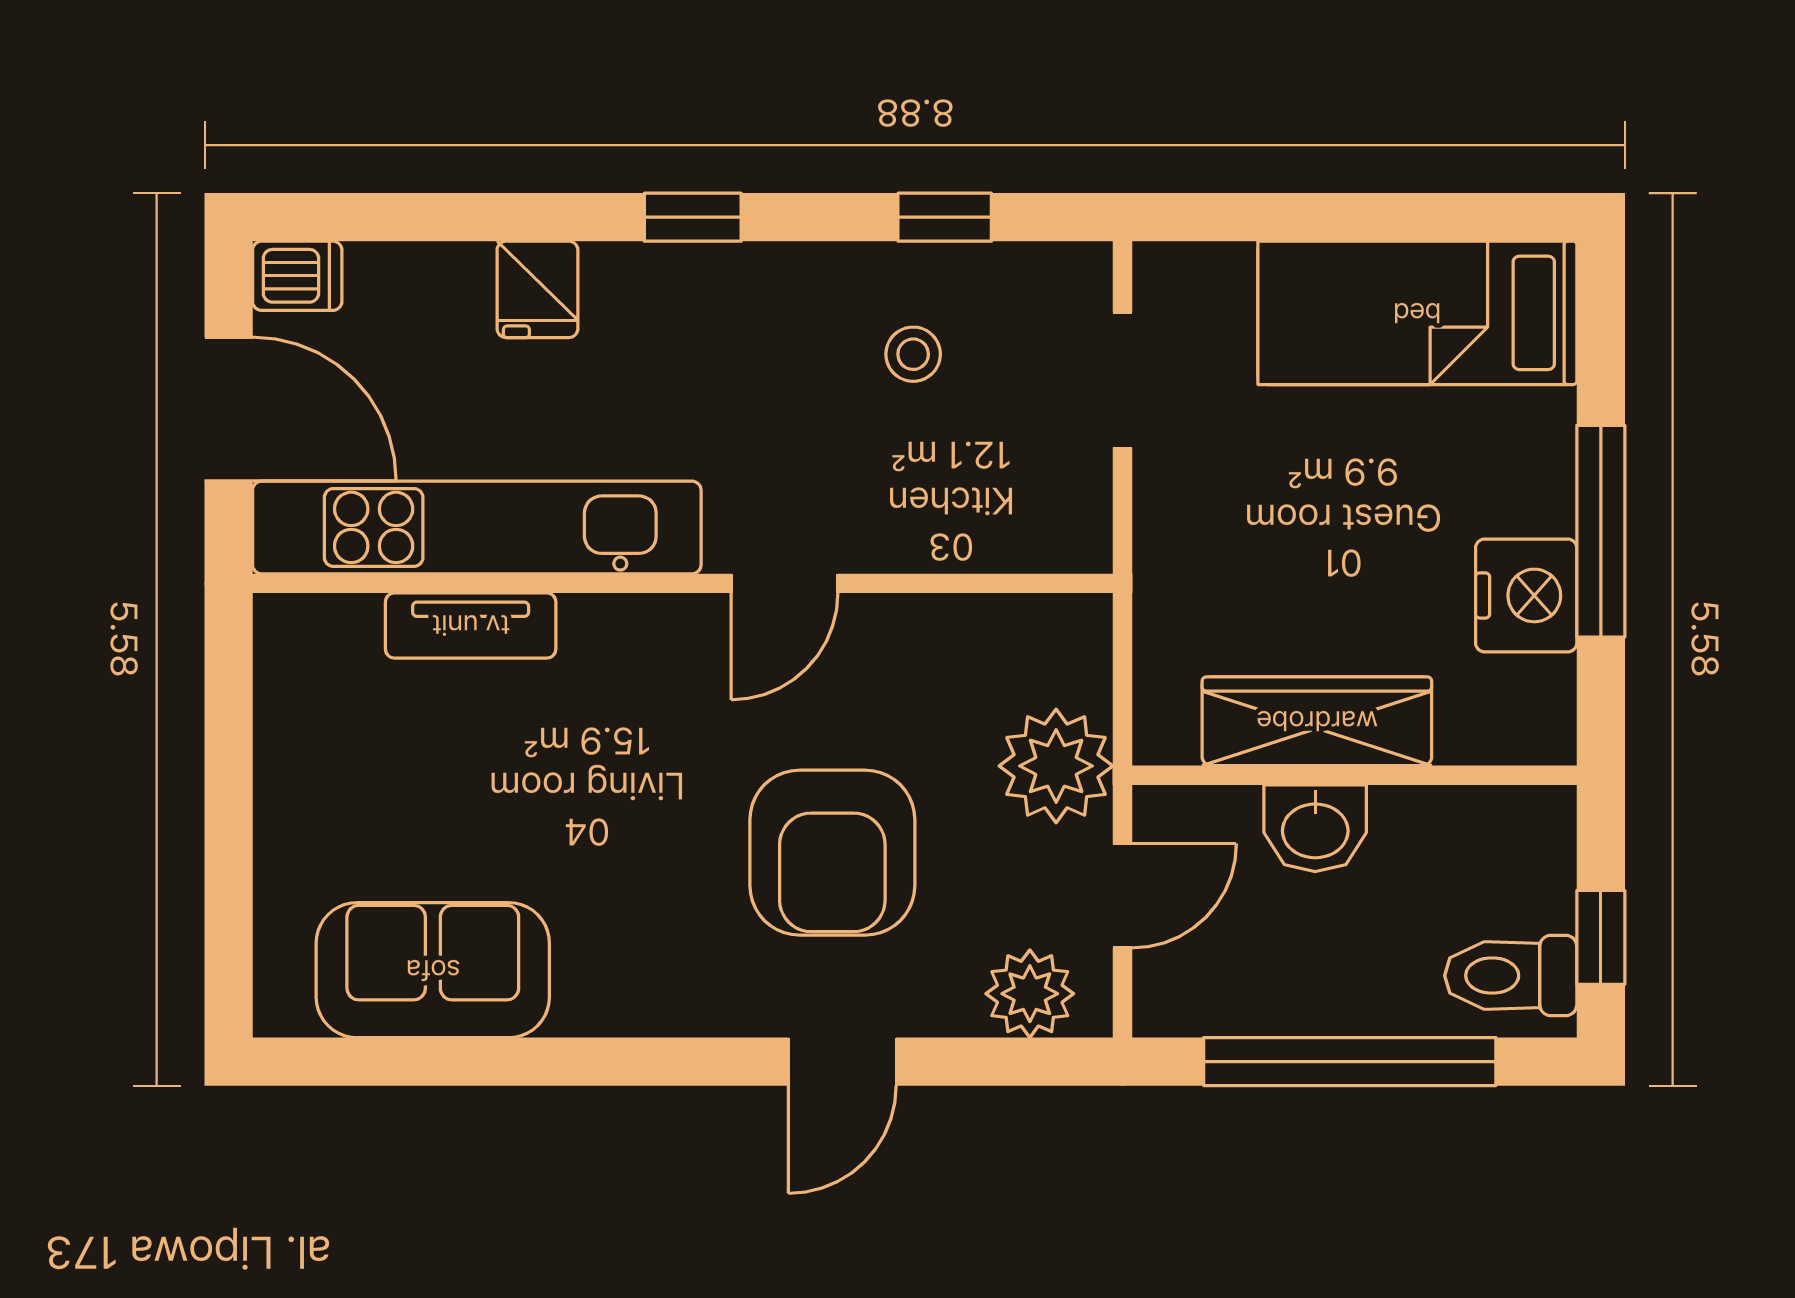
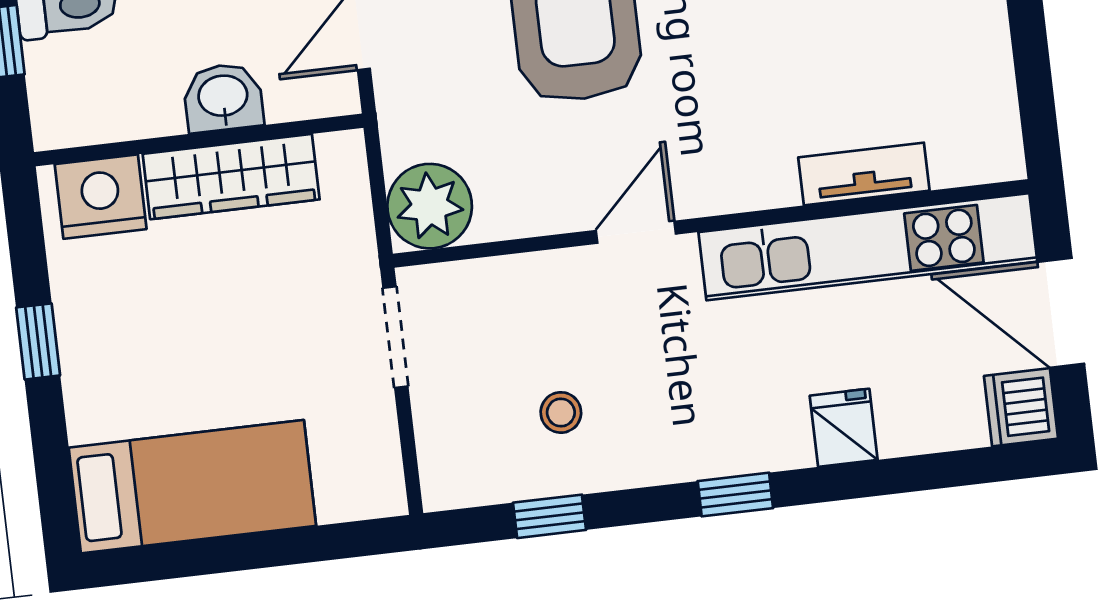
dishwasher: (297, 276) -> (1021, 407), width x1.38
doorway: (1123, 380) -> (395, 337), moved
window: (1601, 531) -> (38, 341), width x0.46
nightstand: (1526, 595) -> (101, 197), moved, turned 90
plant: (1056, 766) -> (430, 206), moved

